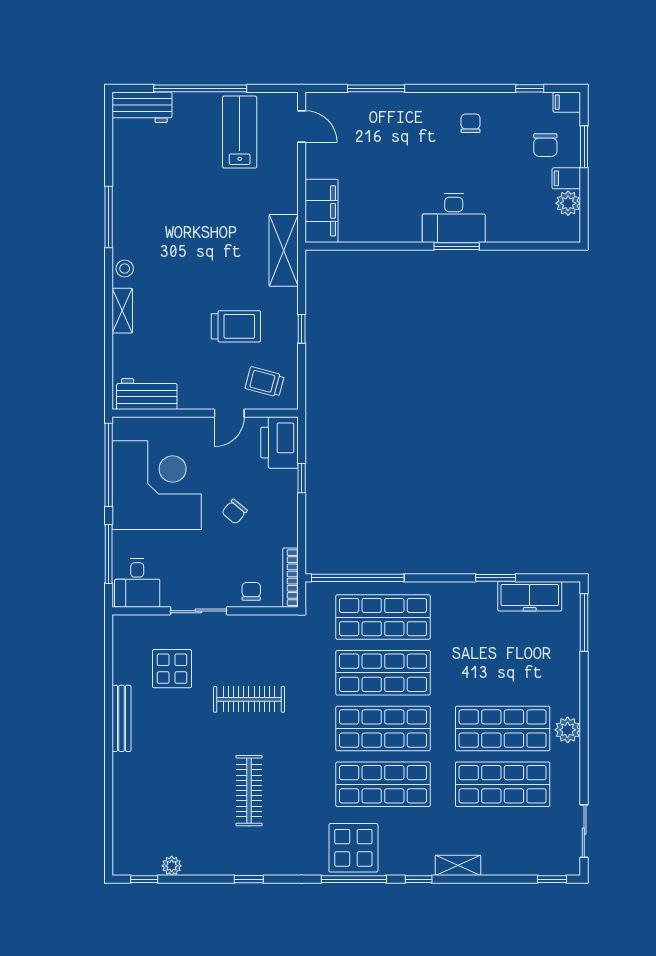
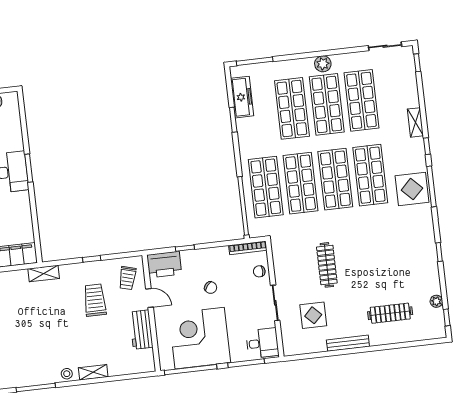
shelving: (284, 250) -> (44, 274), width x0.67, depth x0.75
workbench: (147, 394) -> (141, 330), moved
shop shelf: (503, 673) -> (292, 108), added
clothes rail: (249, 791) -> (390, 313), moved

